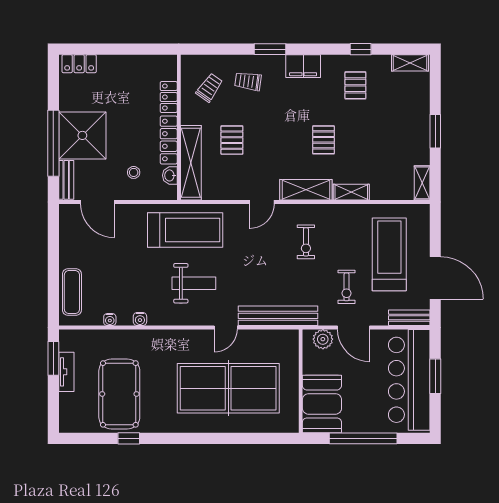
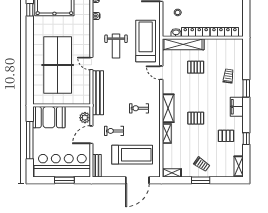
trolley: (209, 88) -> (202, 164), moved
locker: (169, 97) -> (224, 32), width x1.53
door: (262, 202) -> (161, 73), moved
treadmill: (185, 230) -> (146, 41), turned 180
door: (435, 278) -> (137, 180), moved

